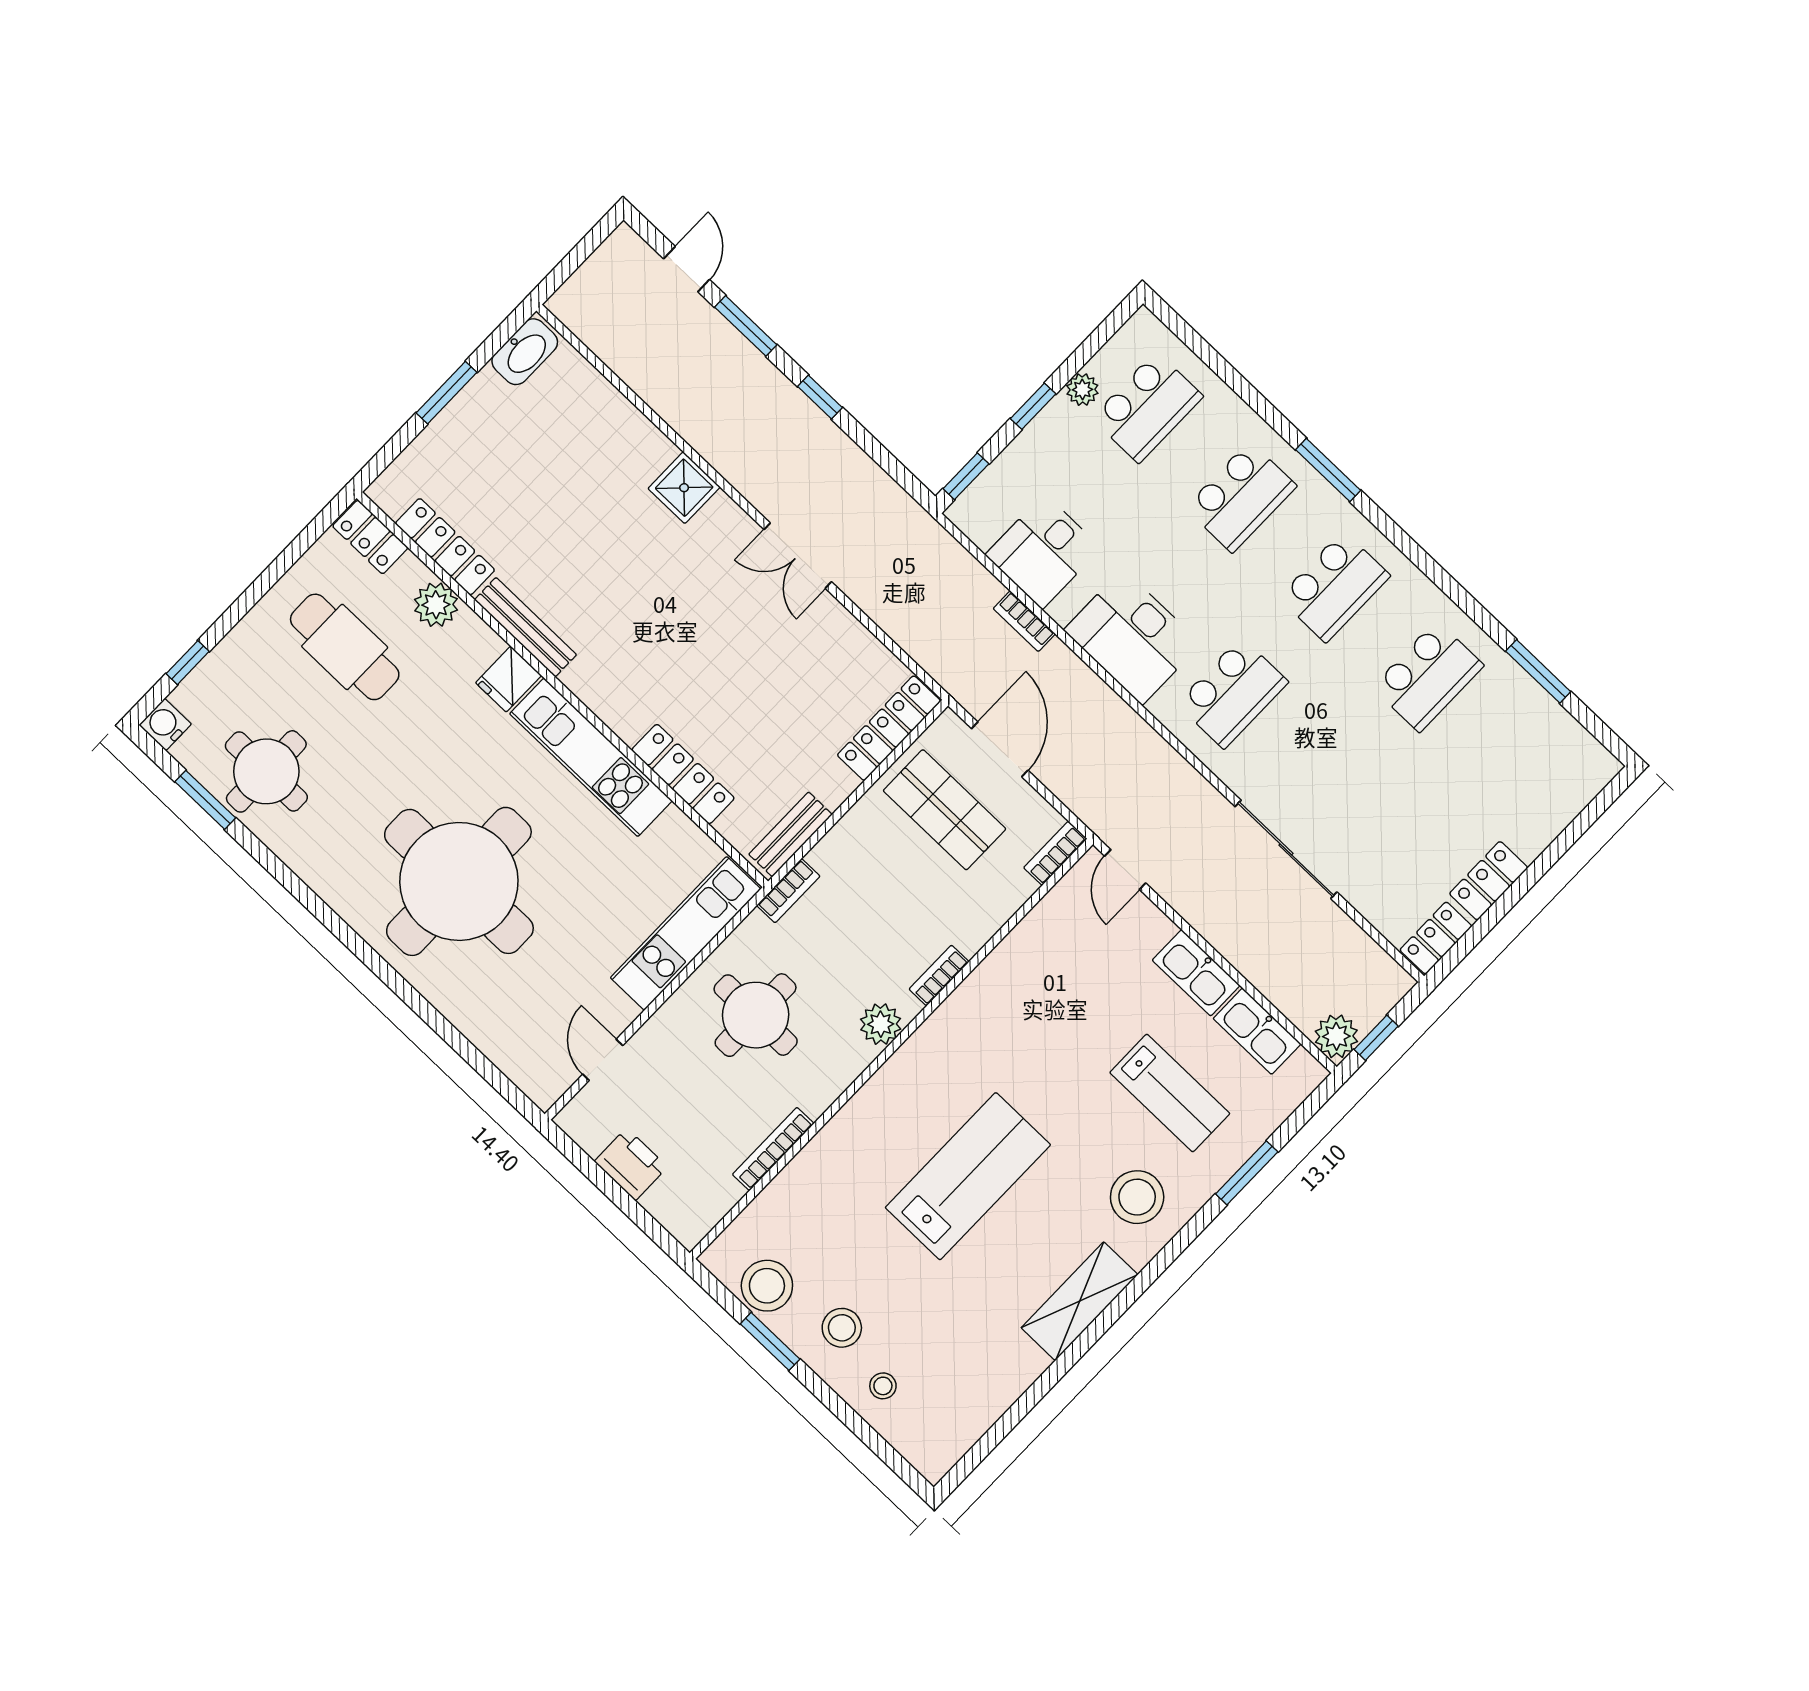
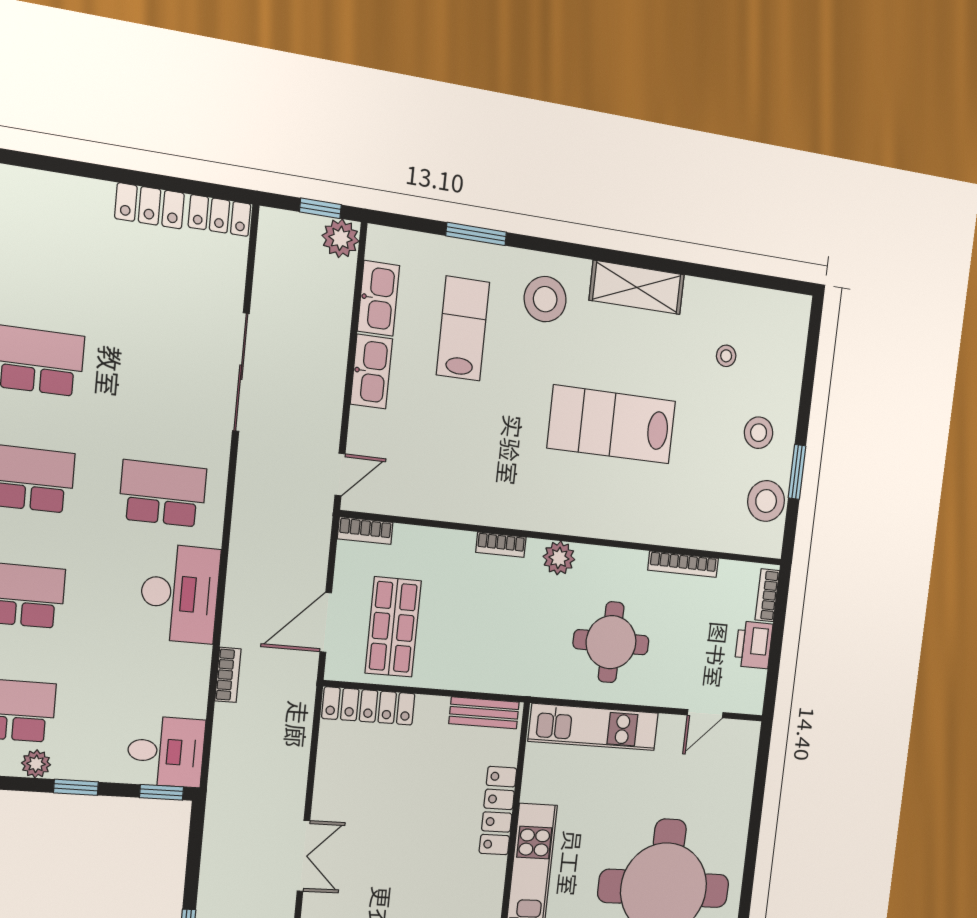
desk: (1043, 551) -> (166, 752), moved
bookcase: (788, 891) -> (767, 595), moved, turned -90
stool: (883, 1386) -> (726, 356), moved

